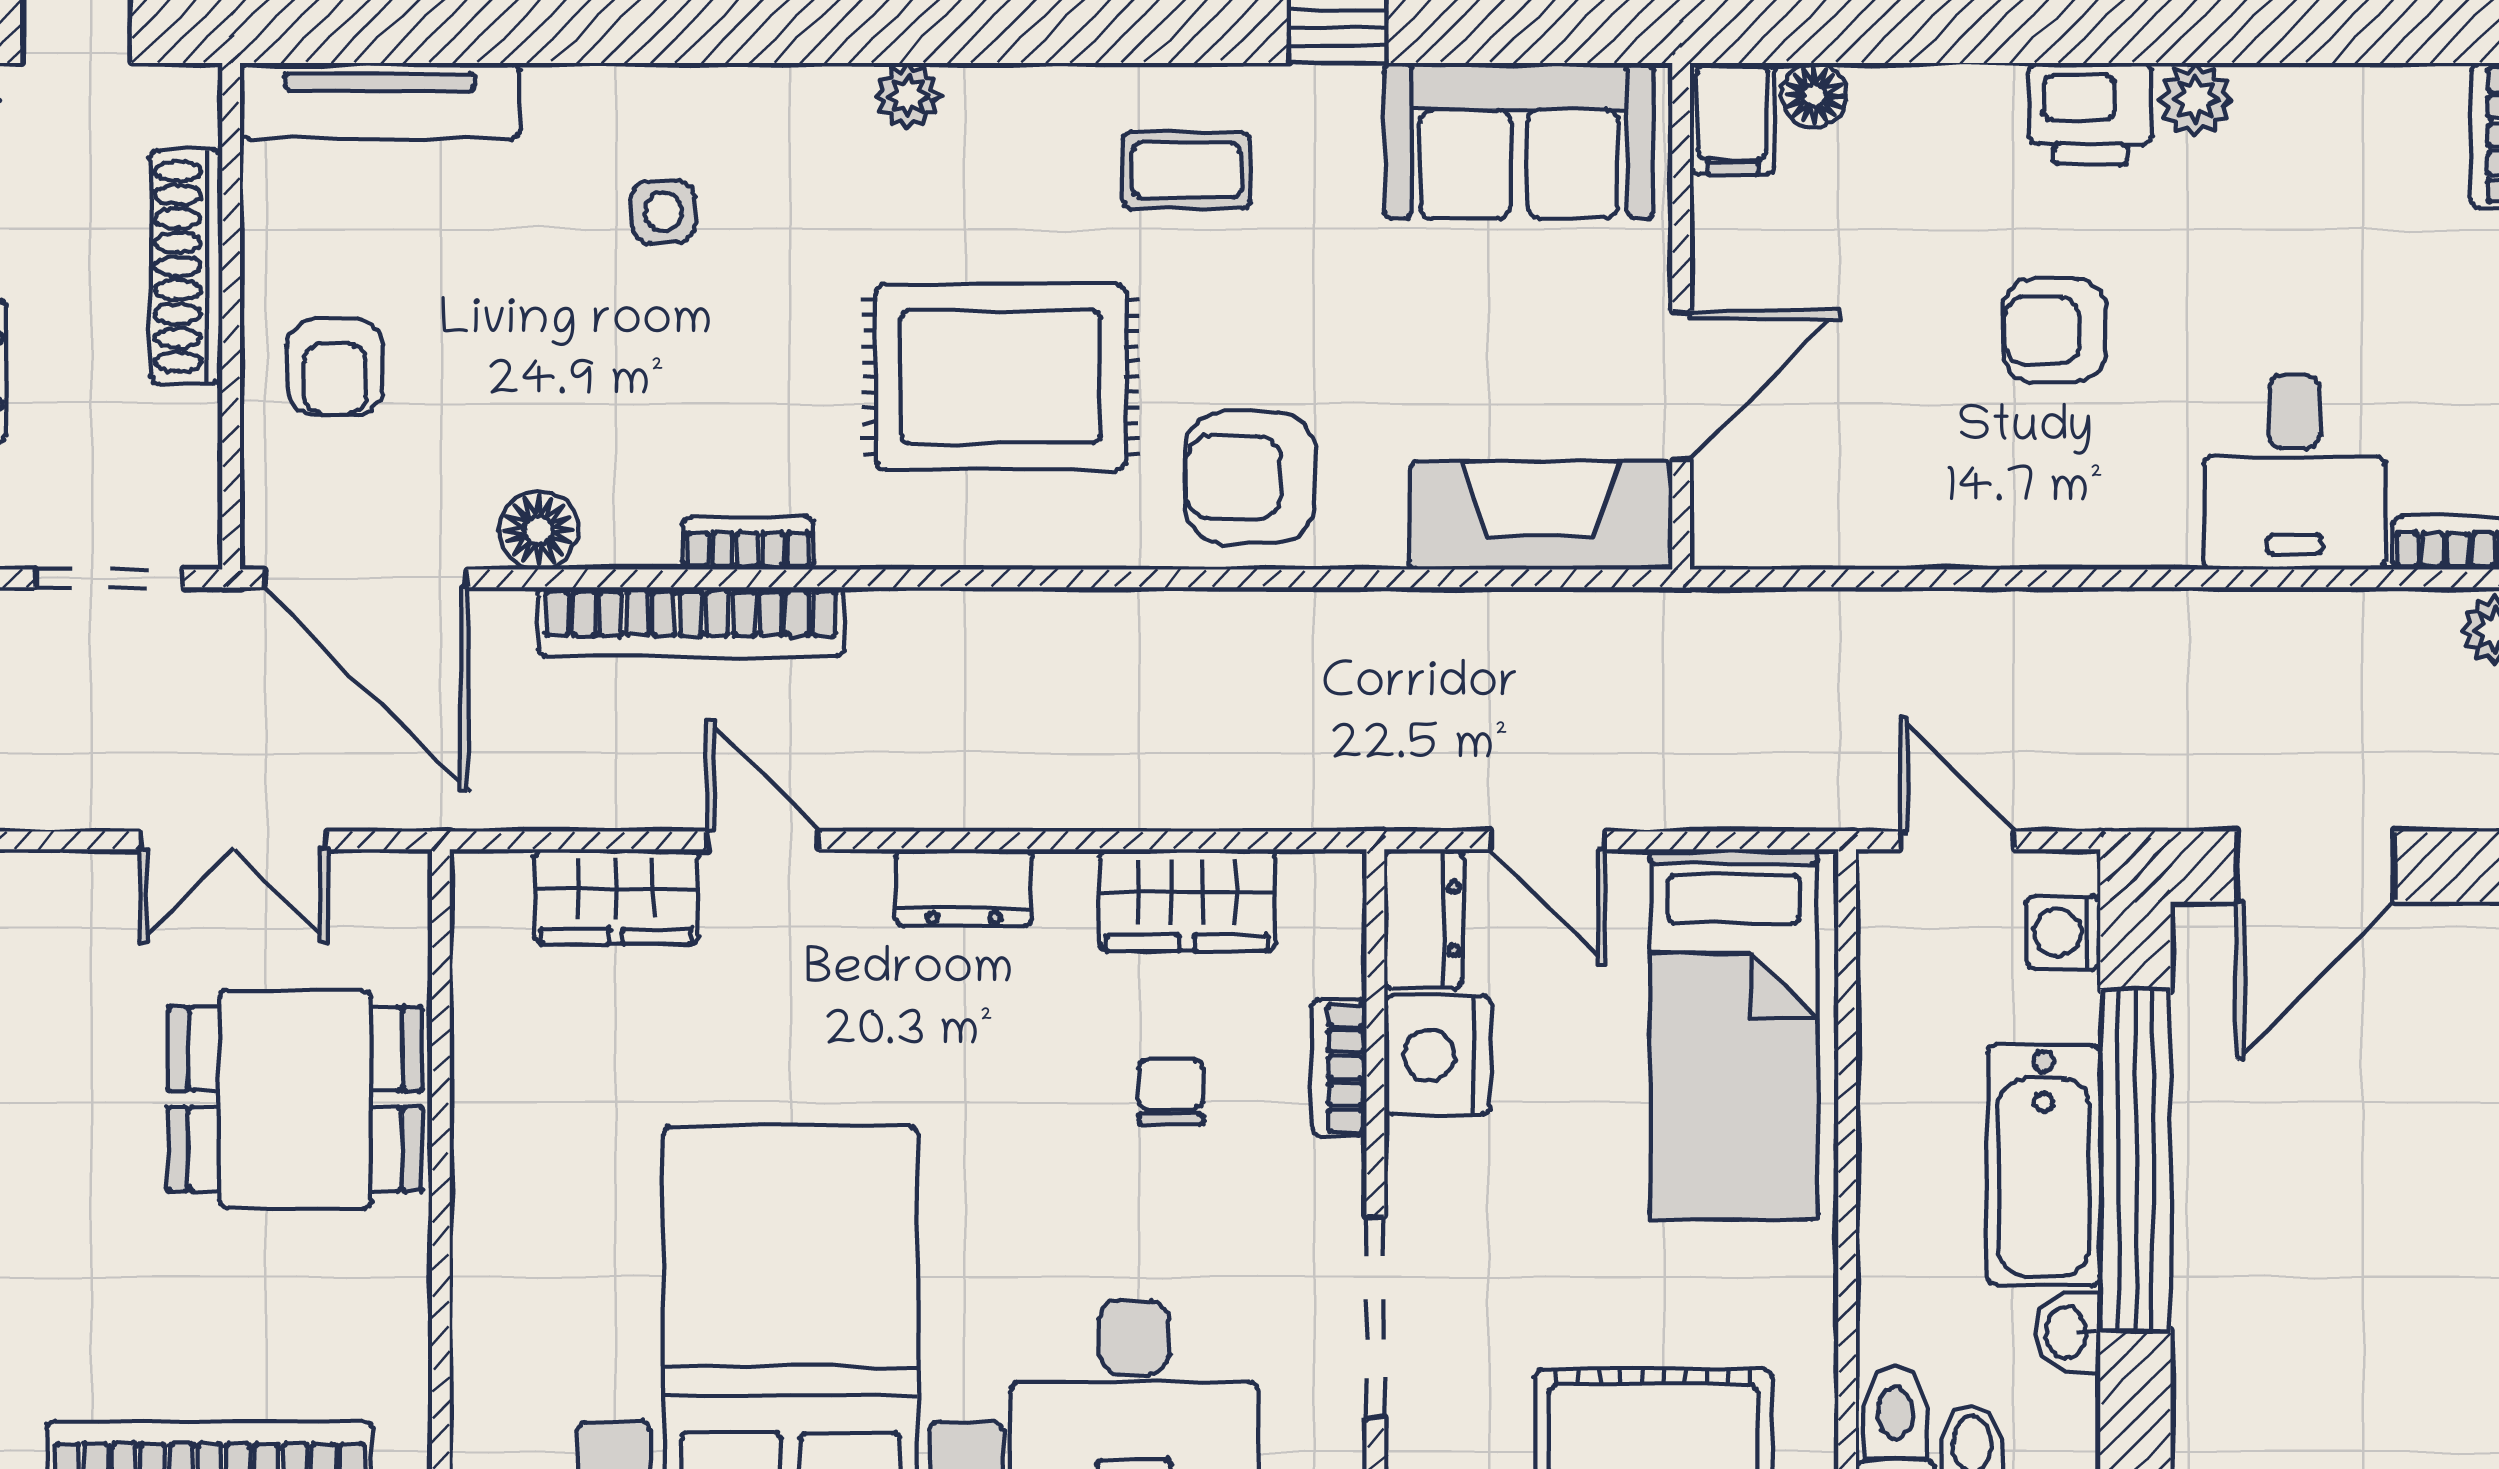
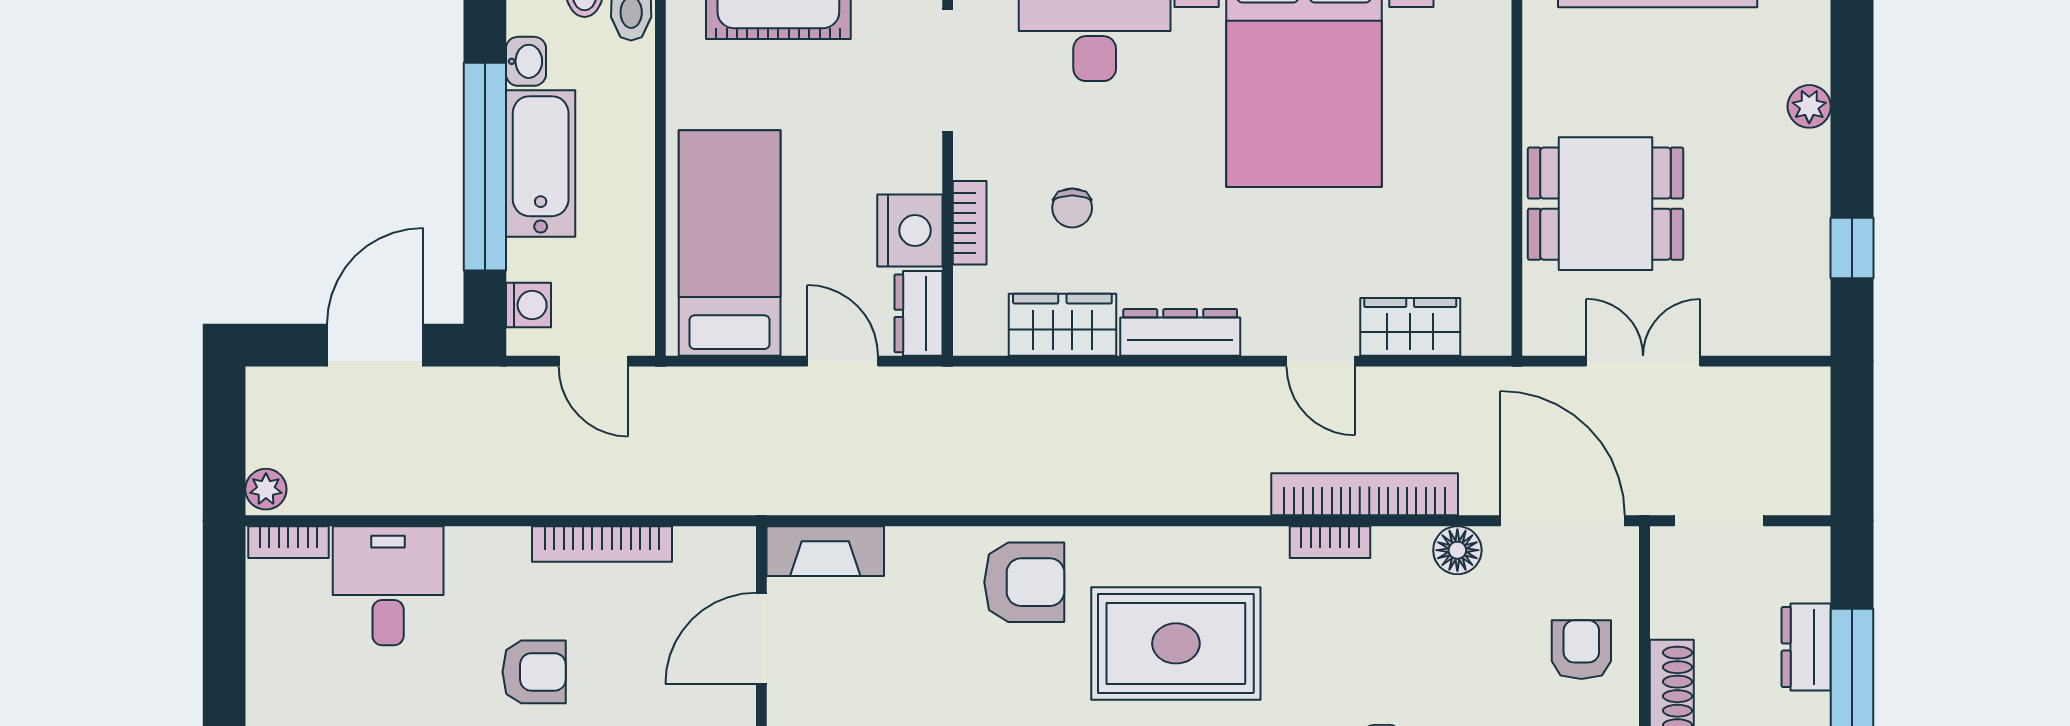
fireplace: (1541, 515) -> (825, 551), width x0.73, depth x0.76
bookcase: (1943, 540) -> (602, 544), added
dresser: (964, 888) -> (1180, 332), width x1.44

